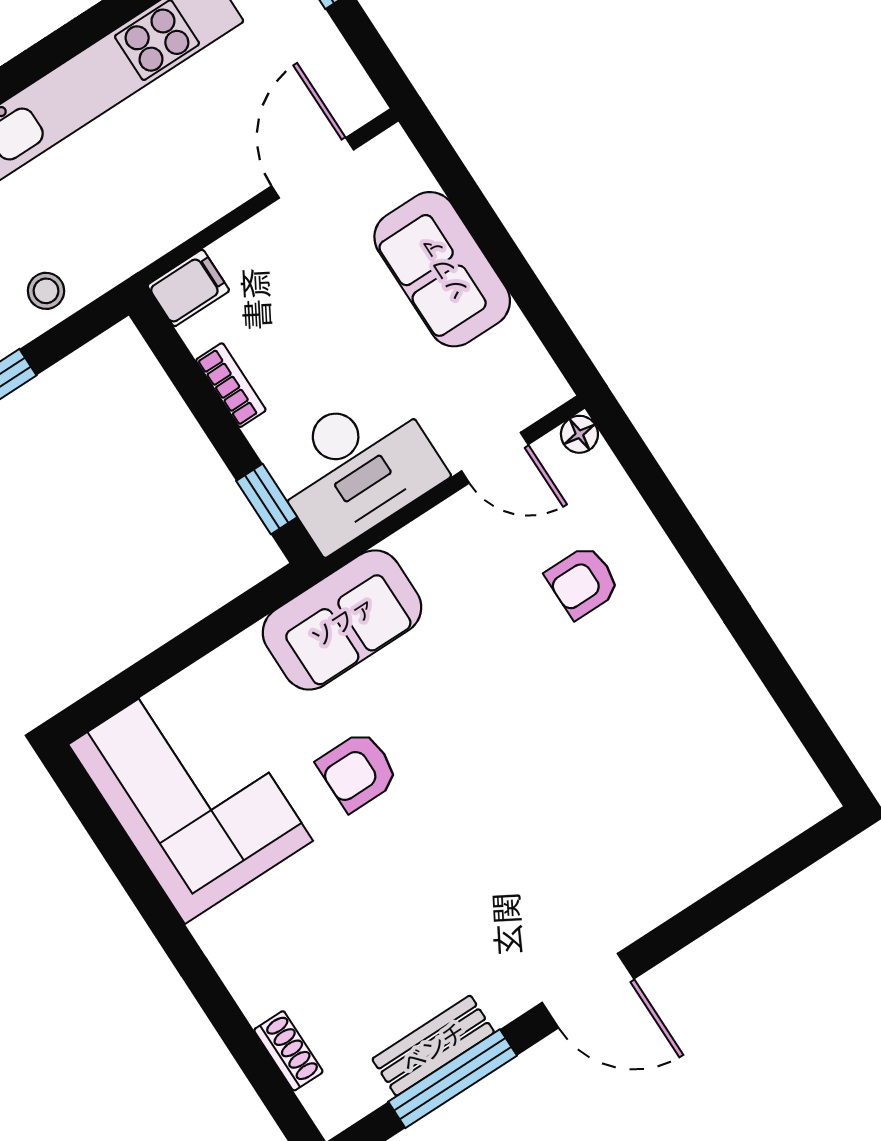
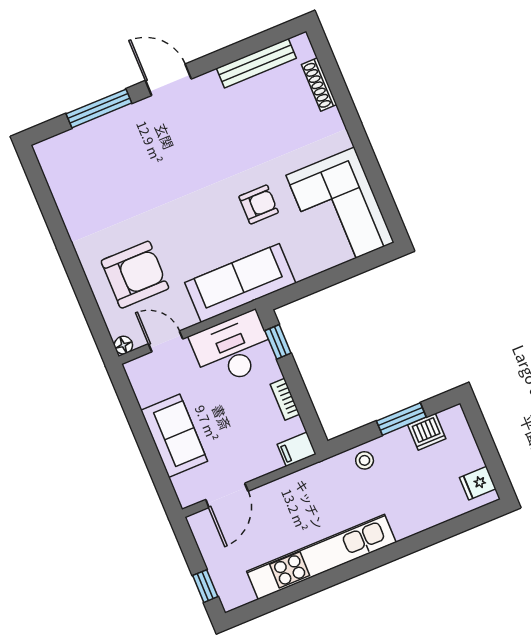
armchair: (583, 582) -> (135, 275), width x1.88, depth x1.88
sofa: (342, 620) -> (240, 283), width x1.36
bench: (433, 1046) -> (256, 63), width x1.36
shoe rack: (288, 1051) -> (319, 85), width x1.43
window: (453, 1079) -> (99, 108), moved

